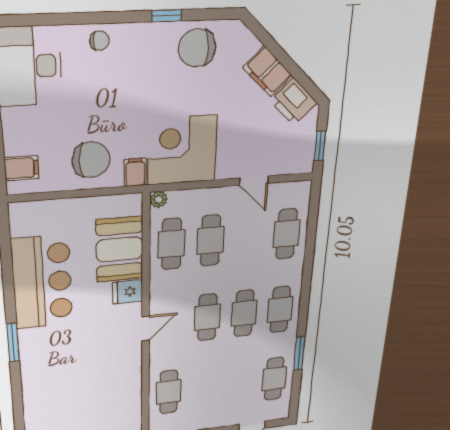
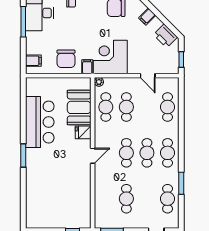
filing cabinet: (268, 71) -> (147, 17), width x0.50
chair: (91, 160) -> (66, 59), turned 90
cafe table: (169, 392) -> (126, 199), moved

